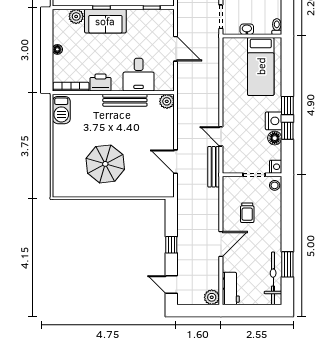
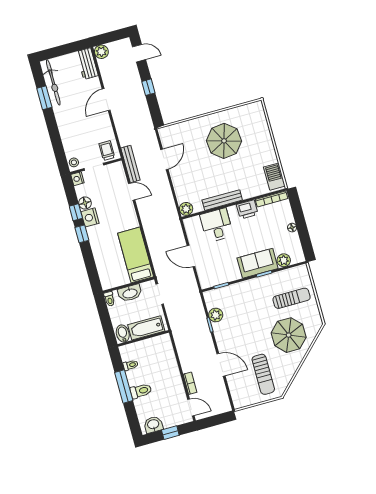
washbasin: (247, 29) -> (130, 293), width x1.91, depth x1.45
bed: (261, 66) -> (136, 255), moved
door: (176, 162) -> (164, 159), hinge flipped
trolley: (247, 213) -> (107, 151), moved

